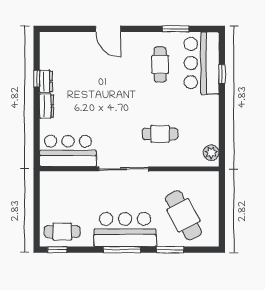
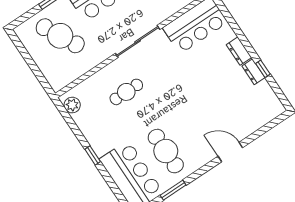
cafe table: (160, 64) -> (166, 151), width x1.37, depth x1.35
window: (222, 74) -> (93, 155), moved

